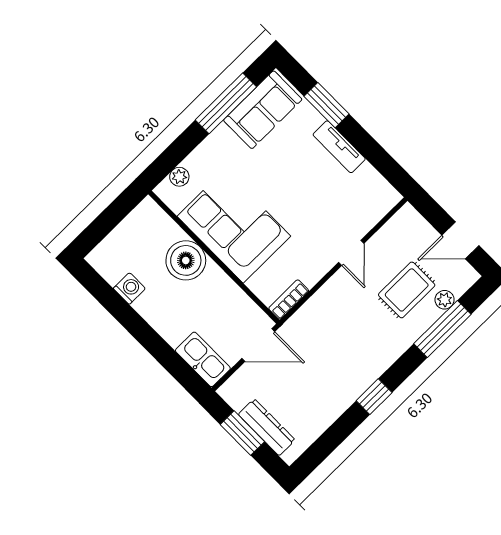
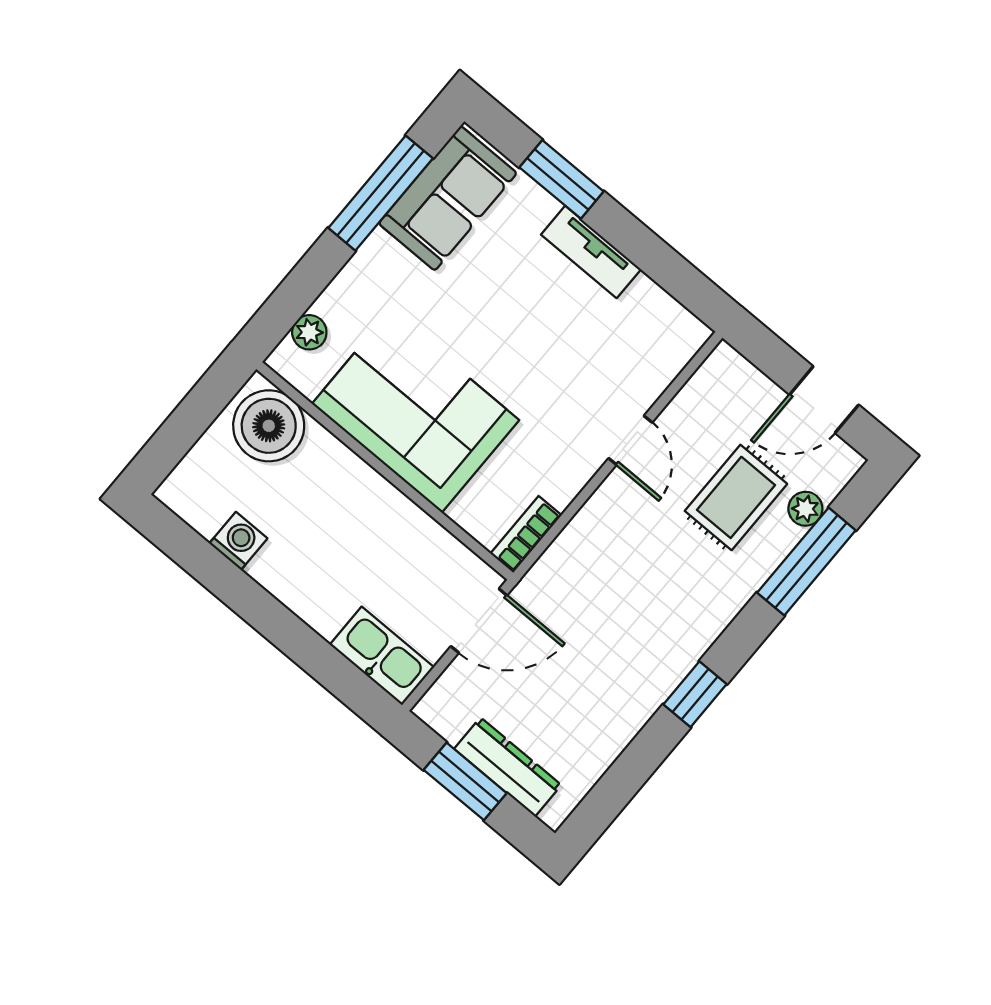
boiler: (186, 260) -> (269, 426), moved

